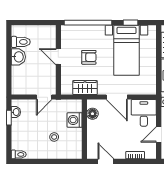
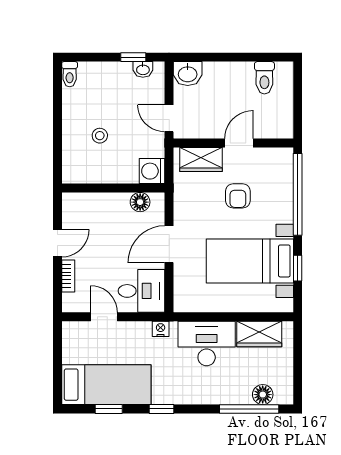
washbasin: (18, 57) -> (188, 74), moved
wardrobe: (85, 87) -> (201, 159), moved, turned 90
washing machine: (75, 120) -> (152, 171), moved, turned -90
door: (106, 161) -> (57, 243), moved

